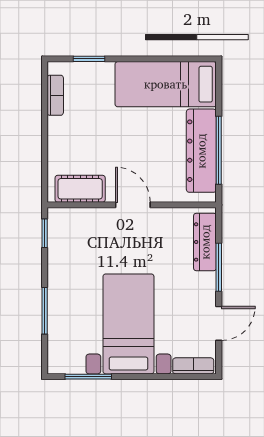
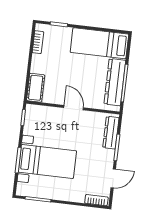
cot: (80, 189) -> (36, 88), moved, turned 90
bed with nightstands: (128, 324) -> (47, 161), moved, turned 90

